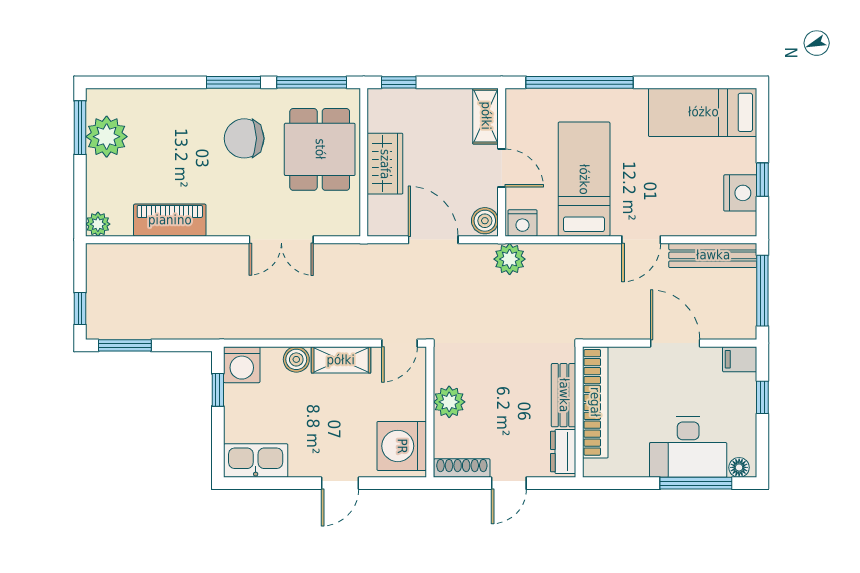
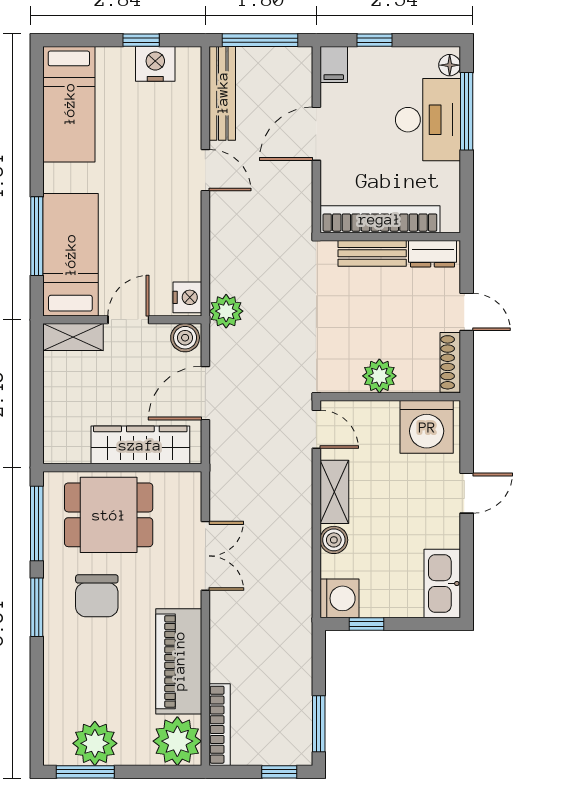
window: (399, 82) -> (37, 430), removed
window: (580, 82) -> (37, 236), width x0.68
wardrobe: (385, 164) -> (140, 445), width x1.50
bed: (584, 179) -> (70, 255), moved, turned 90
piano: (170, 220) -> (179, 661), width x1.37, depth x1.33
plant: (98, 224) -> (177, 741), width x1.88, depth x1.88
bookcase: (124, 253) -> (220, 725), added
door: (340, 483) -> (467, 493), hinge flipped

